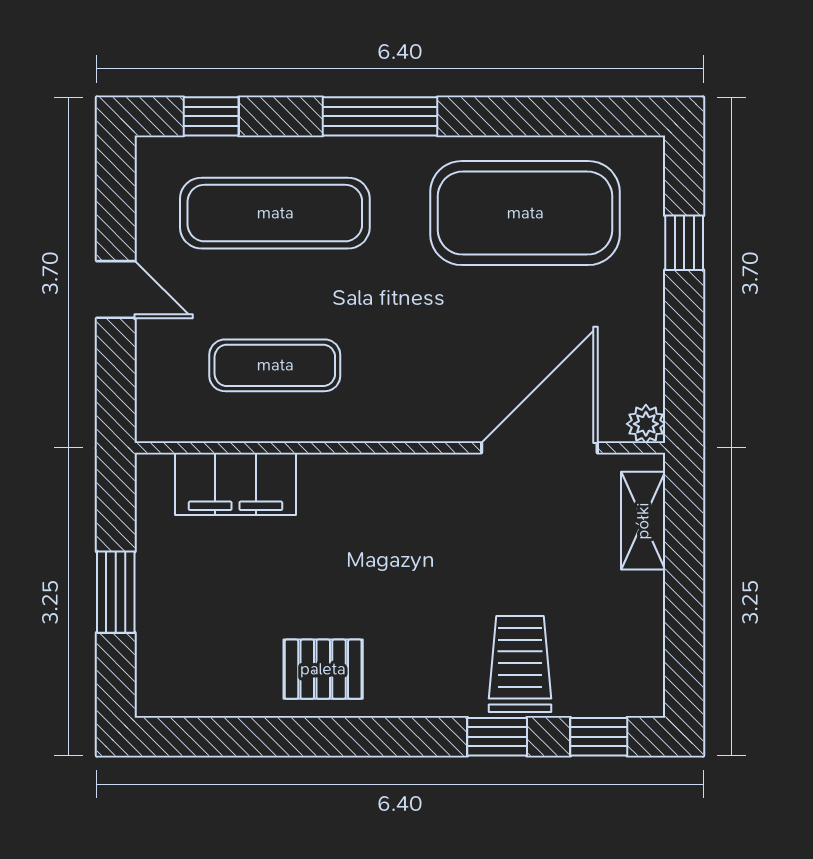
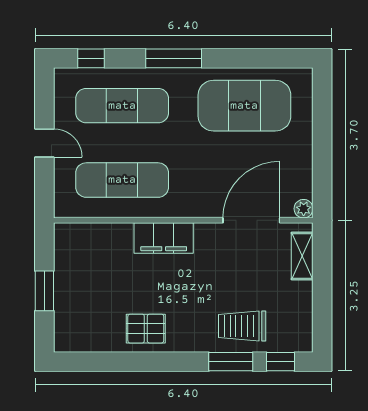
window: (684, 243) -> (322, 120), removed
exercise mat: (275, 365) -> (122, 180), width x1.36, depth x1.45
filing cabinet: (236, 484) -> (164, 238), moved
trolley: (520, 664) -> (242, 326), turned -90
window: (497, 737) -> (231, 362), width x1.50

